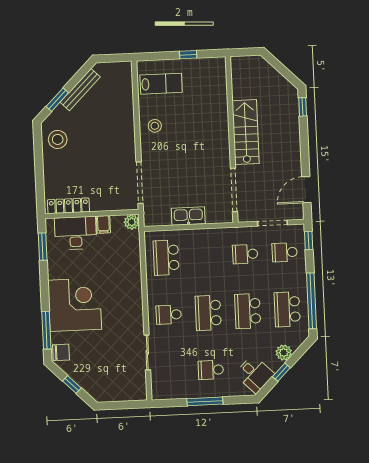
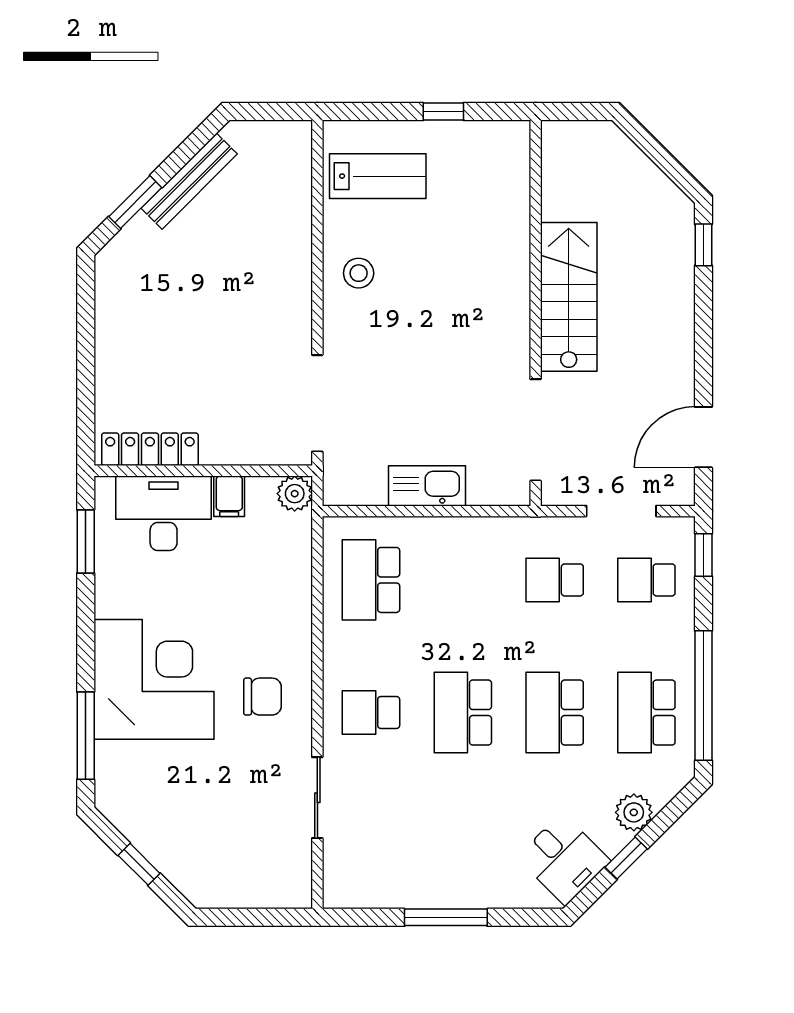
stool: (58, 139) -> (132, 294), removed
chair: (61, 352) -> (263, 697), moved
school desk: (211, 370) -> (463, 845), removed

